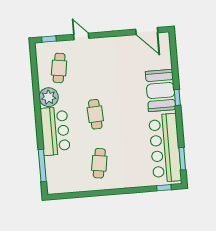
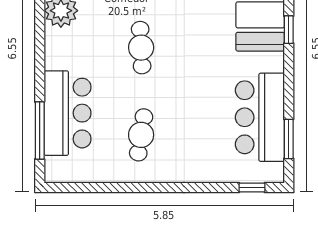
bar counter: (55, 131) -> (68, 113), moved
bar counter: (165, 148) -> (260, 117), width x0.73

